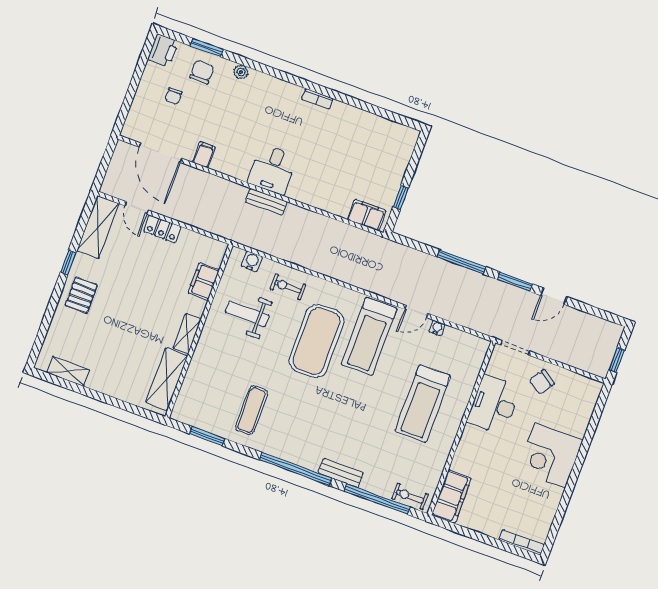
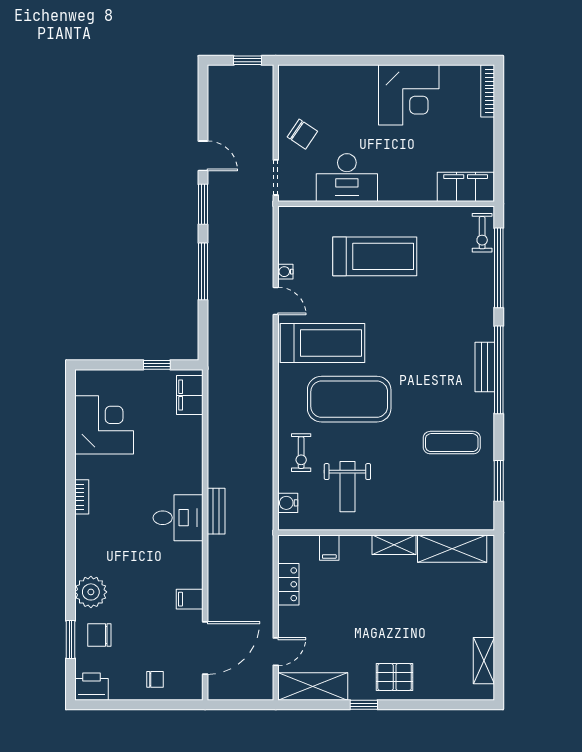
plant: (241, 72) -> (91, 592), width x1.88, depth x1.88
chair: (173, 96) -> (155, 679), moved
corner desk: (368, 138) -> (104, 425), added
locker: (162, 229) -> (288, 584), moved
filing cabinet: (204, 281) -> (329, 548), width x0.50
corner desk: (550, 455) -> (409, 95), moved
bench: (341, 473) -> (485, 367), moved

